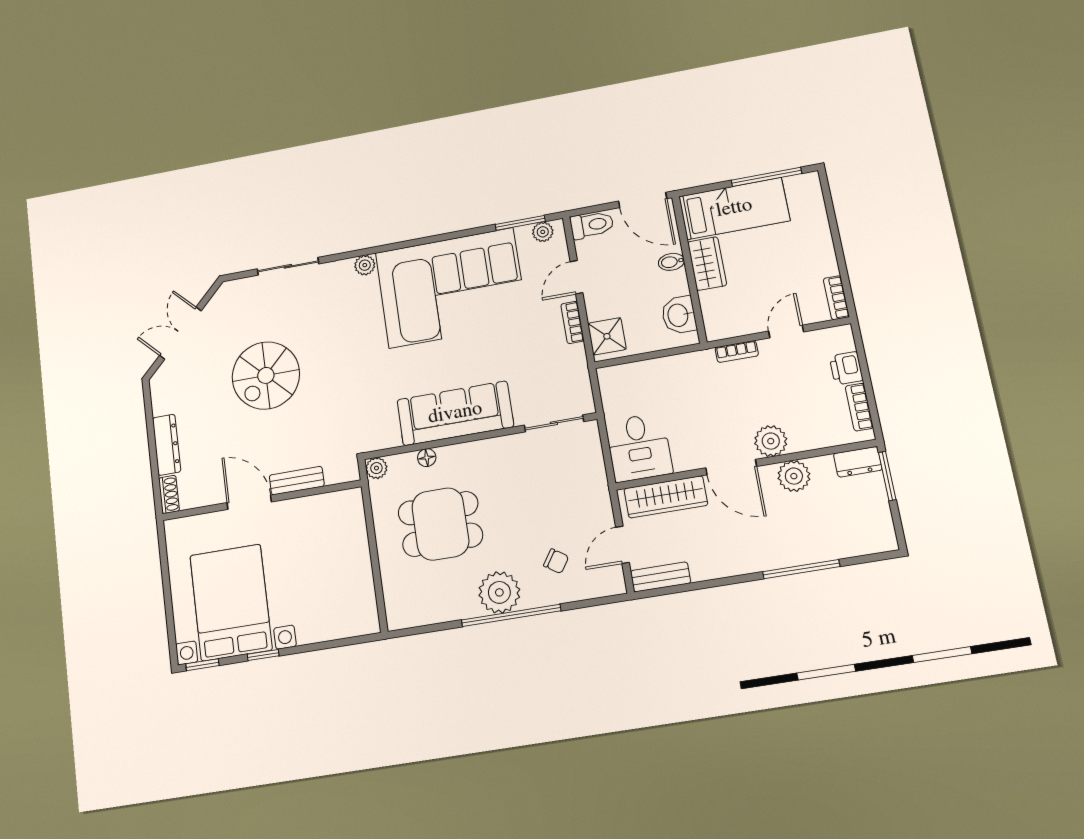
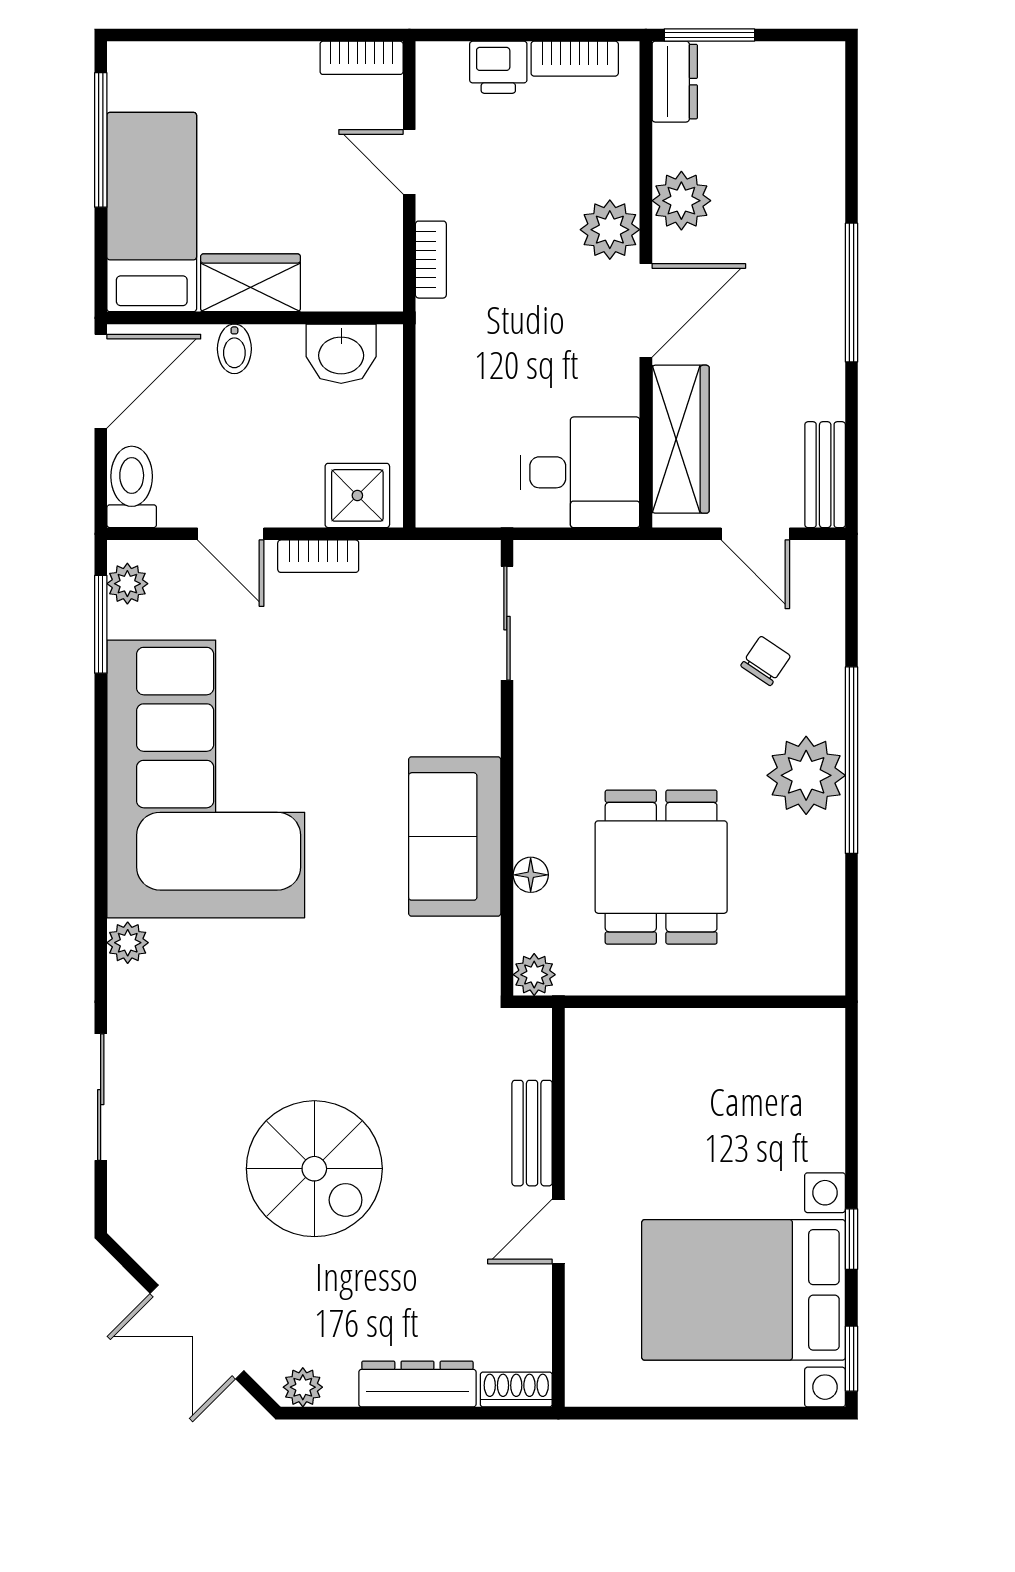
plant: (159, 389) -> (303, 1387), added
sofa: (455, 413) -> (455, 836), width x0.73
door: (249, 502) -> (558, 1232), width x0.73
window: (801, 569) -> (852, 293), moved

